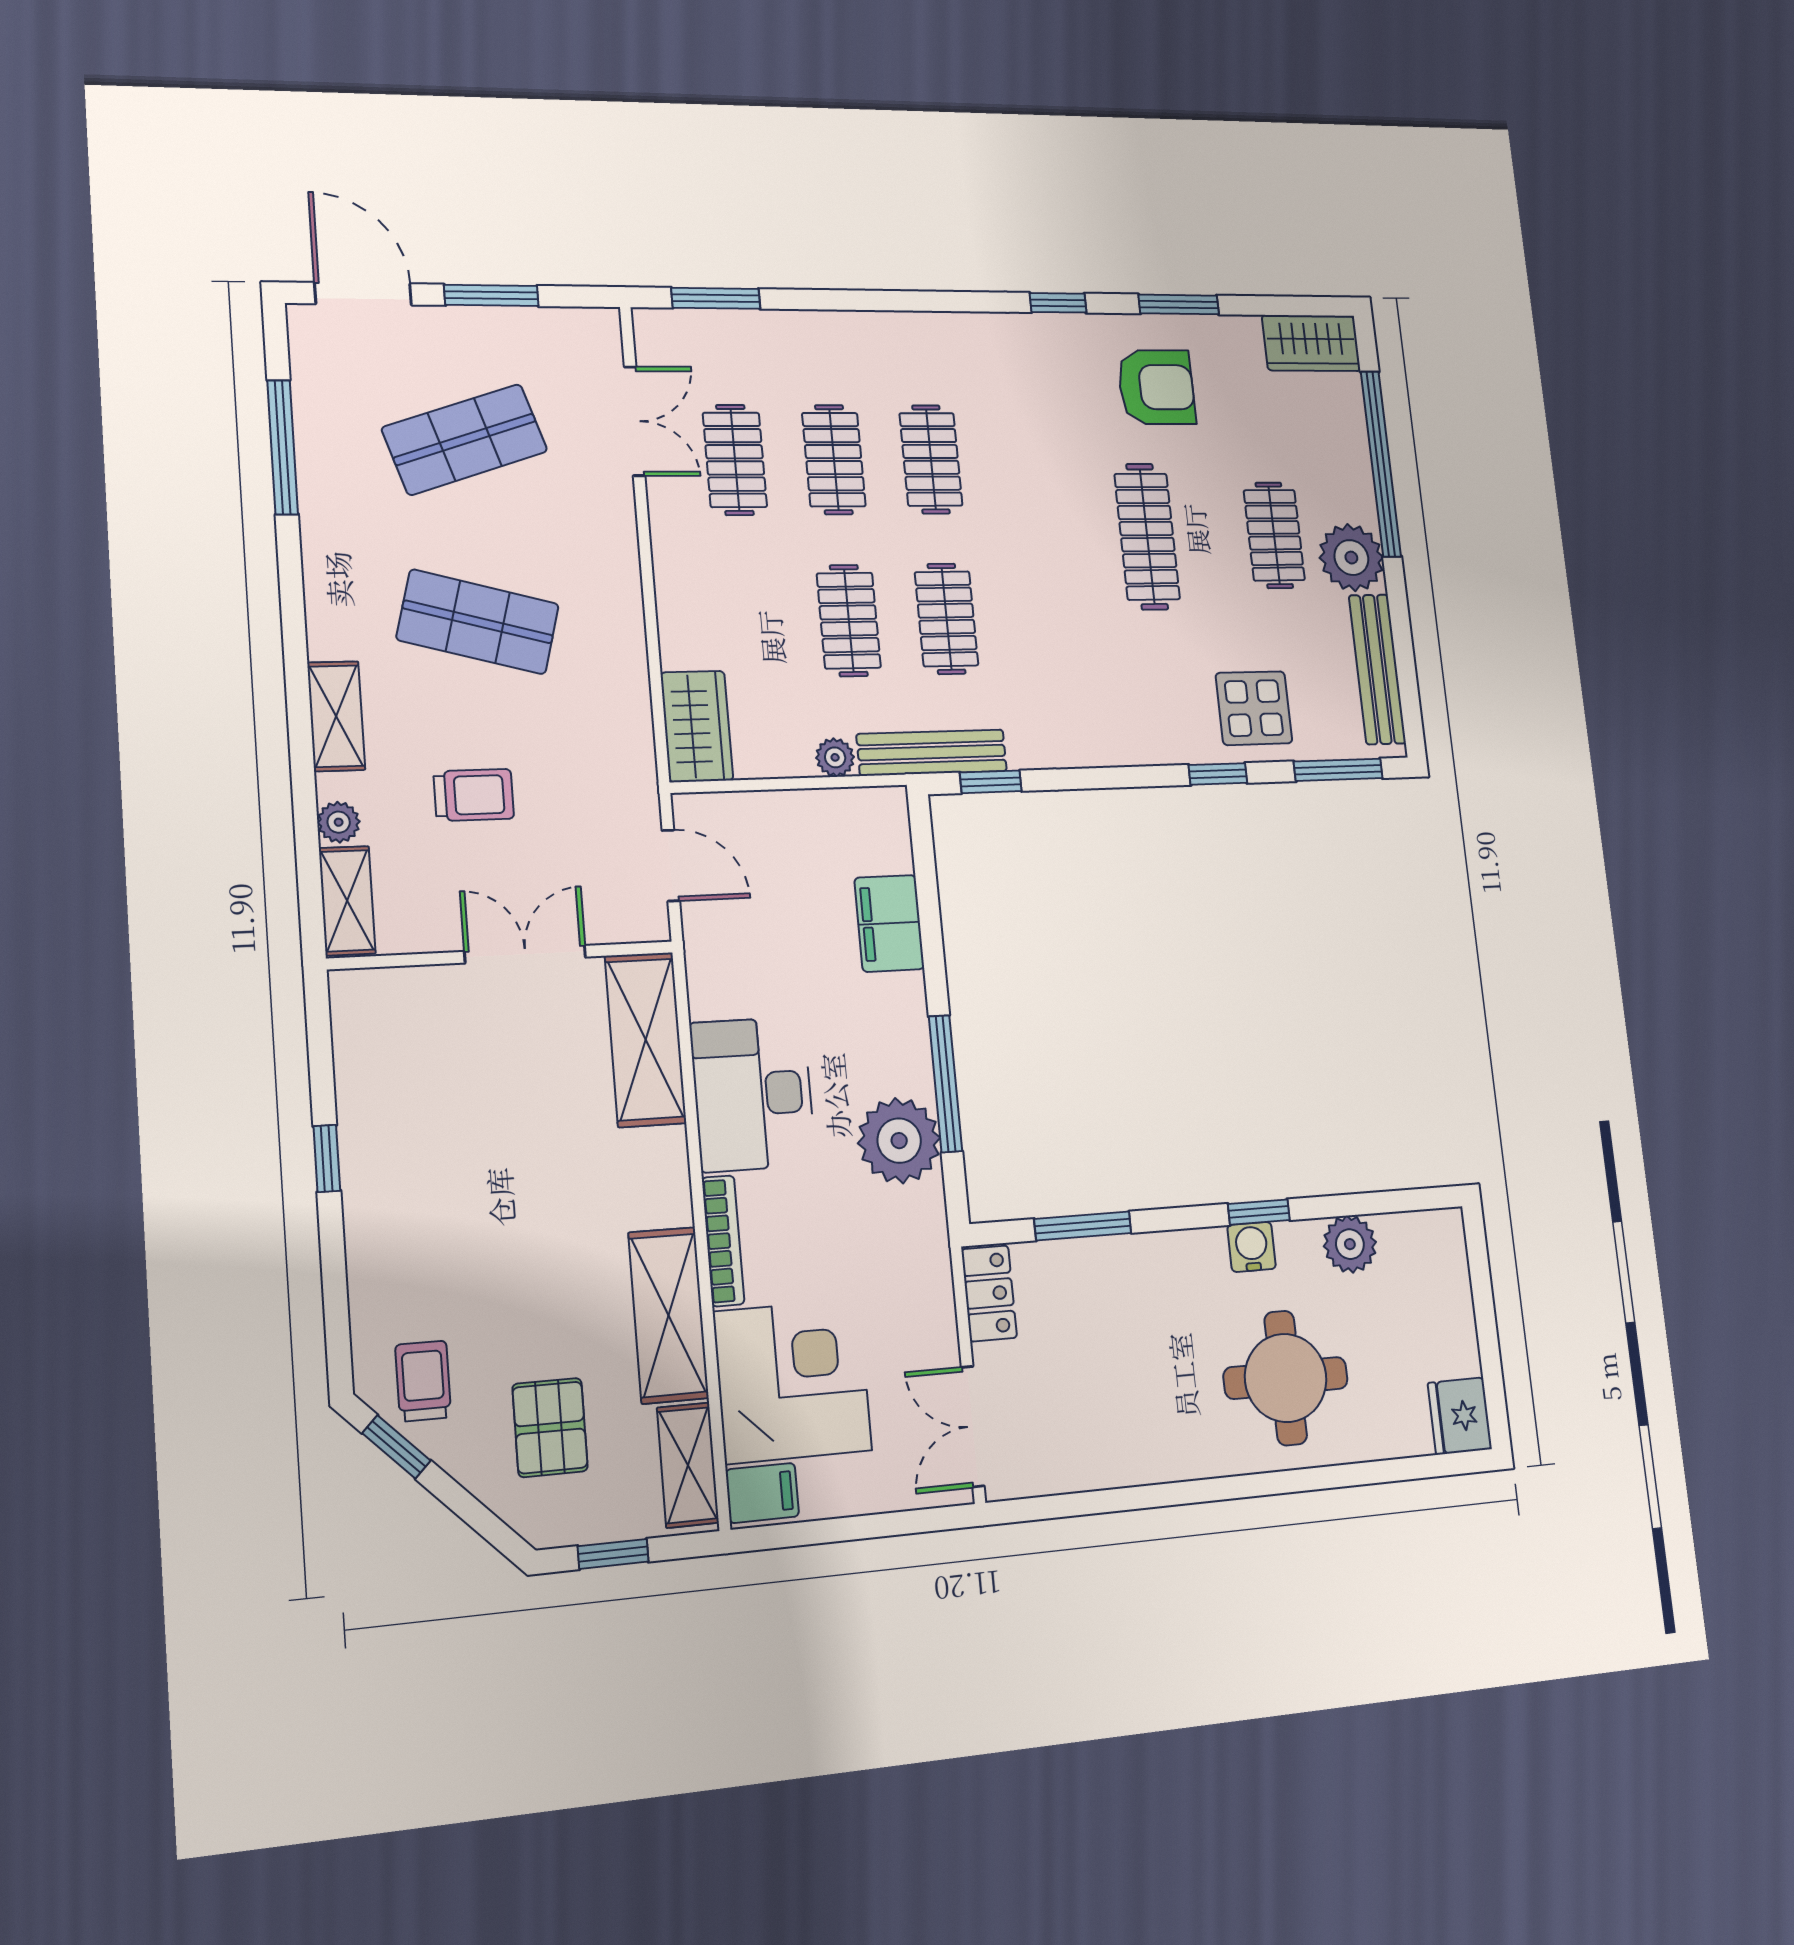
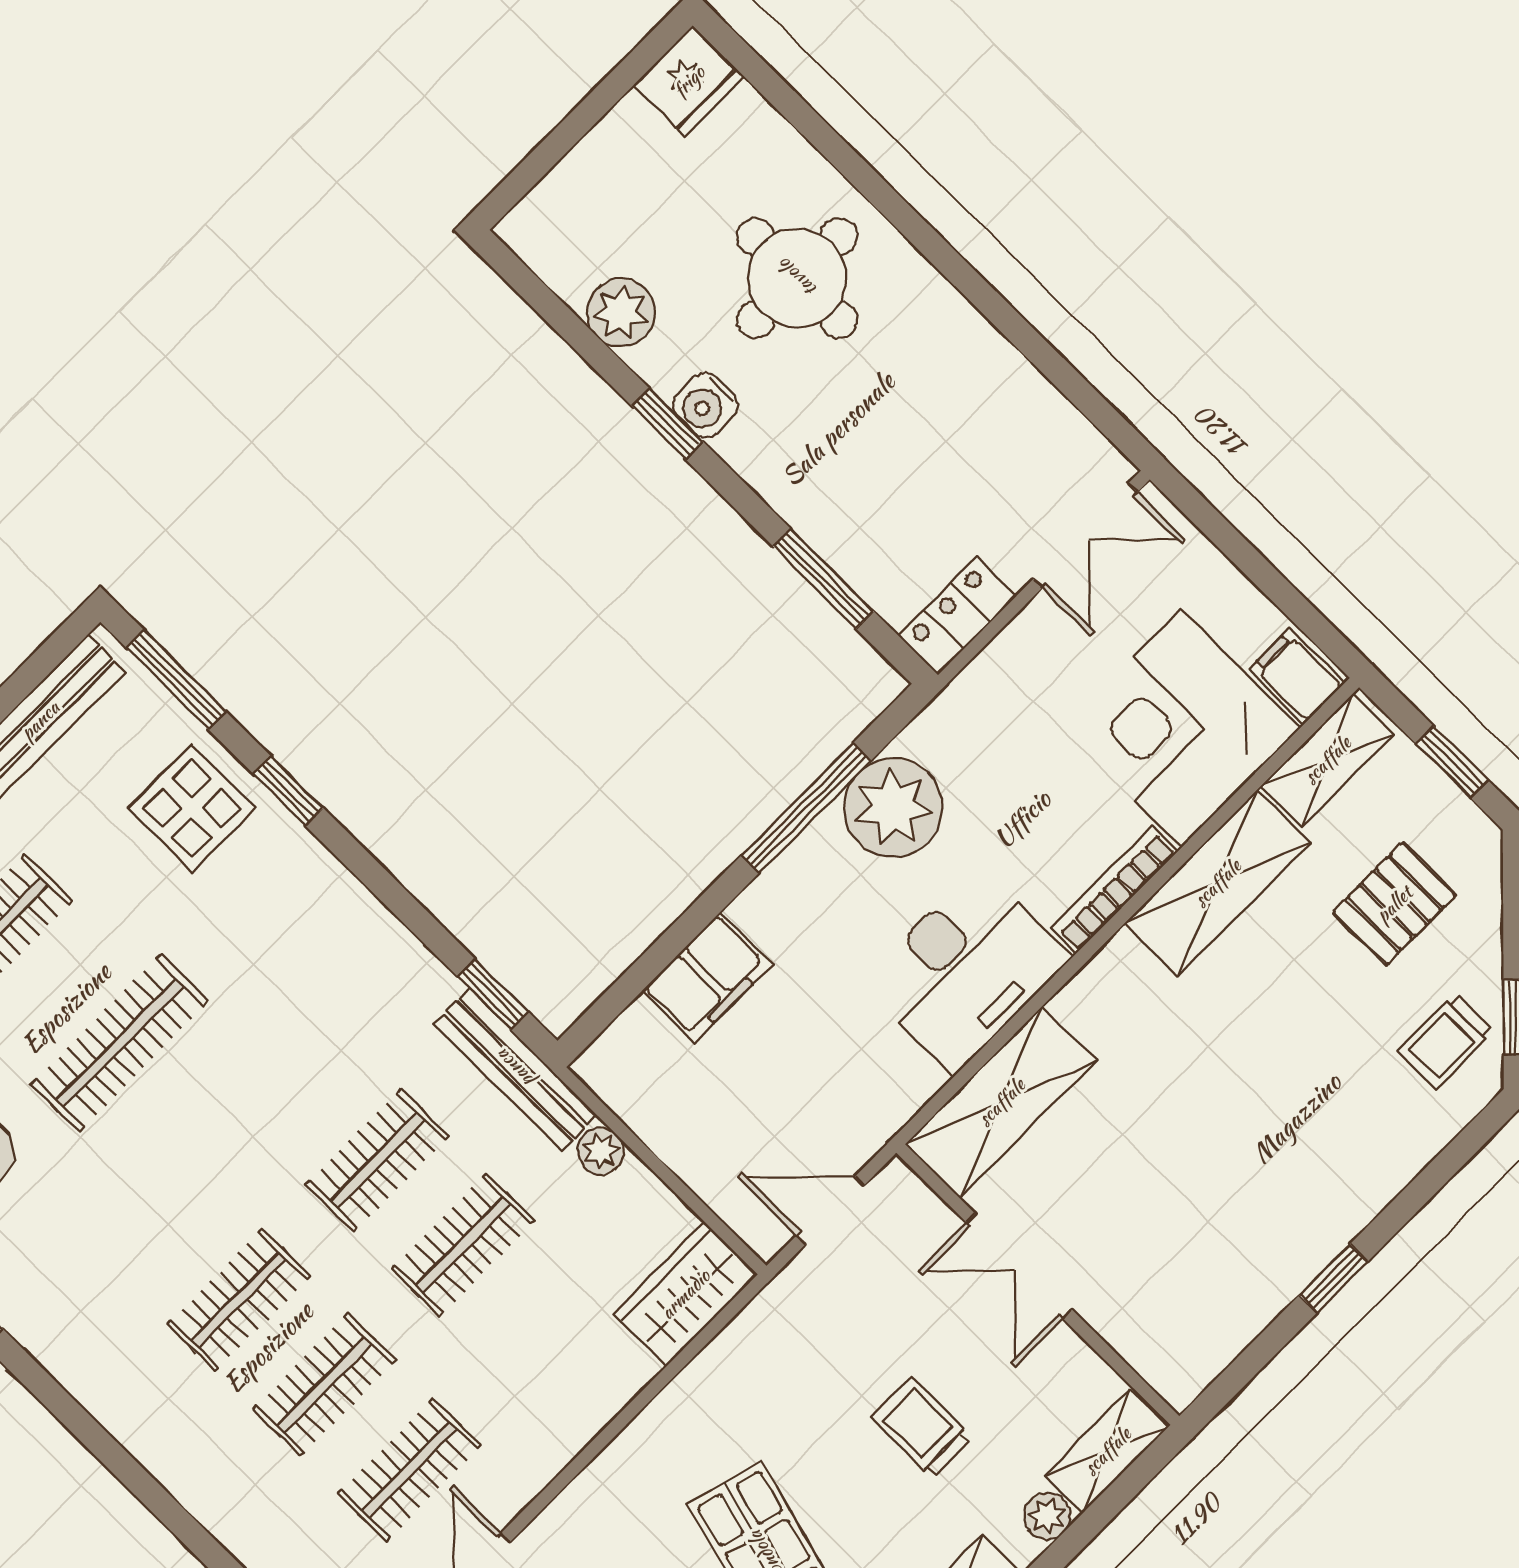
door: (671, 866) -> (830, 1210), hinge flipped

